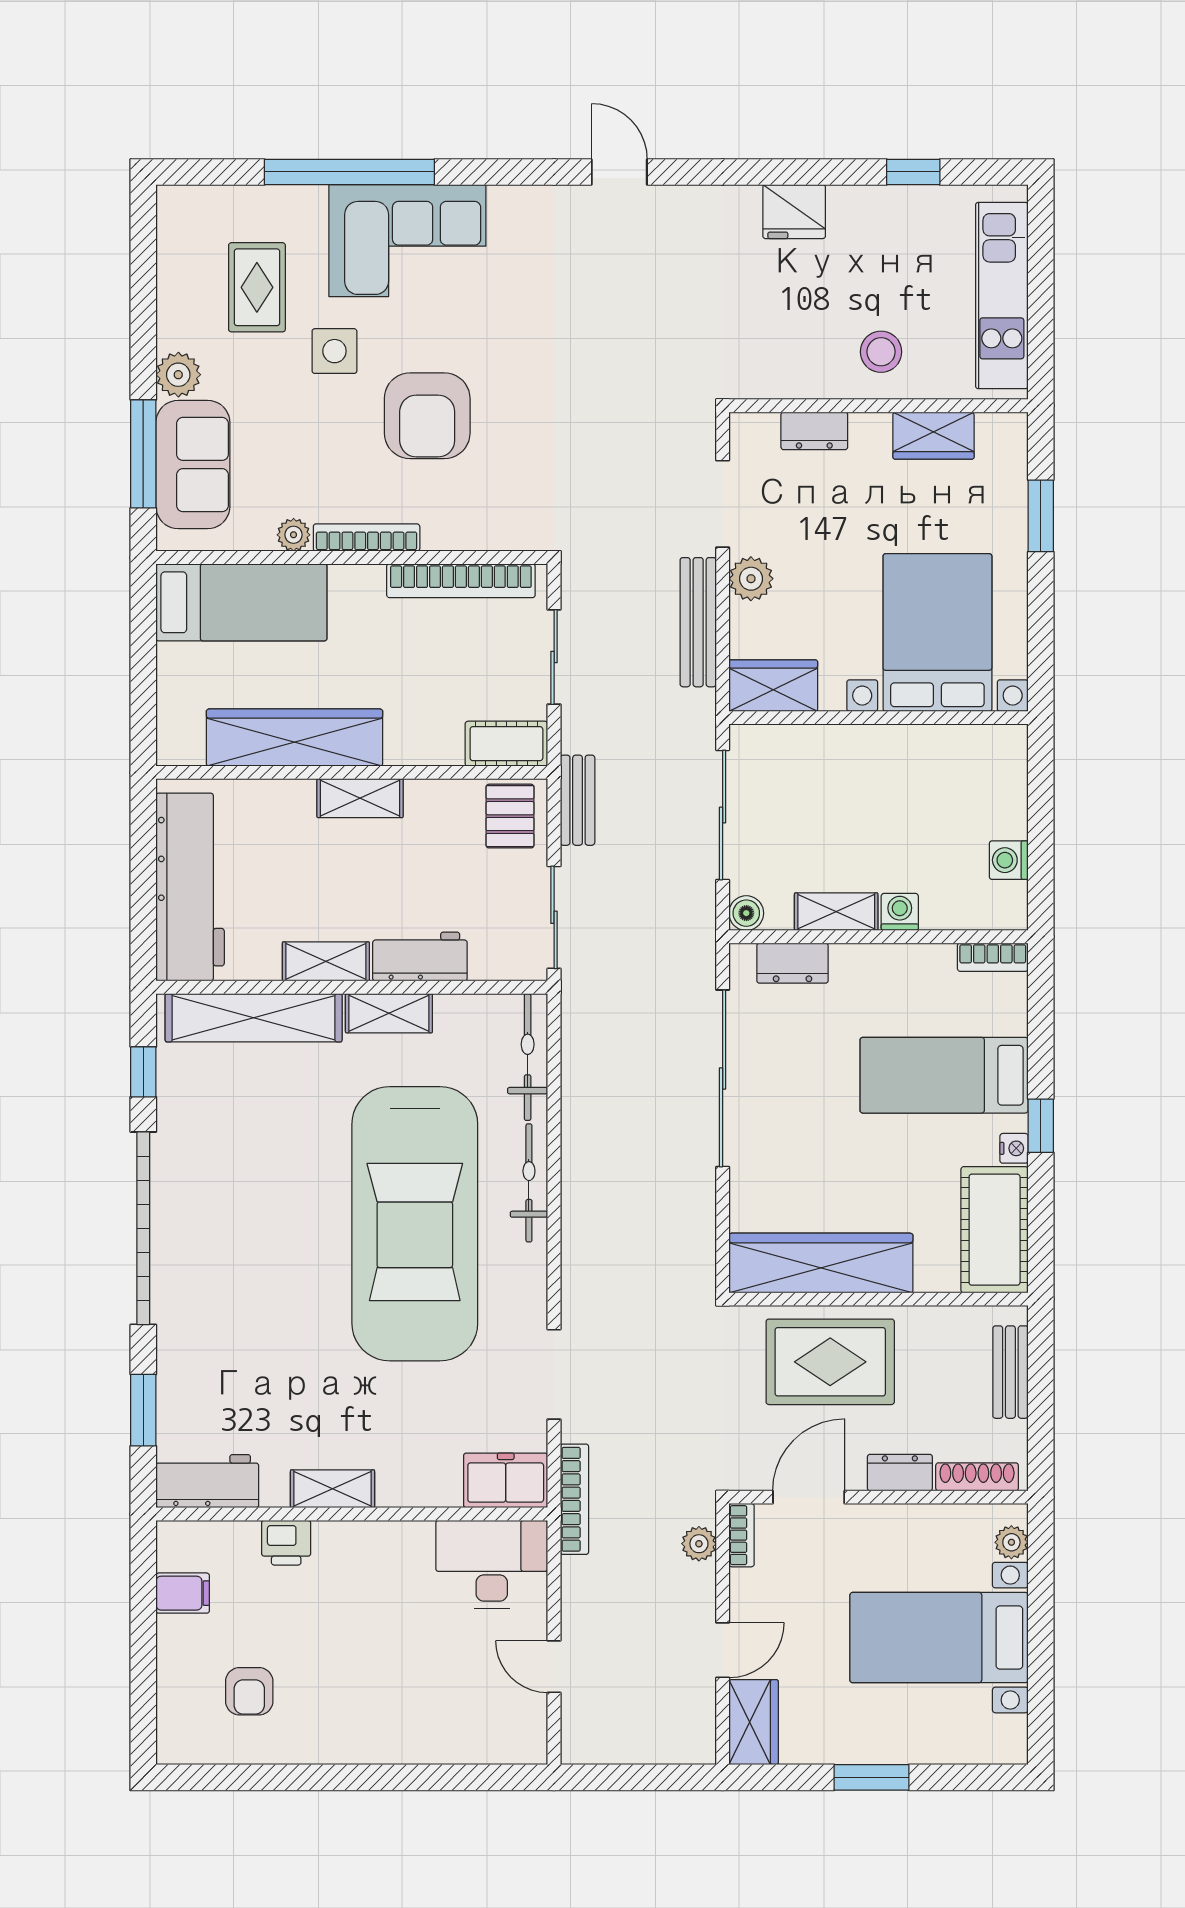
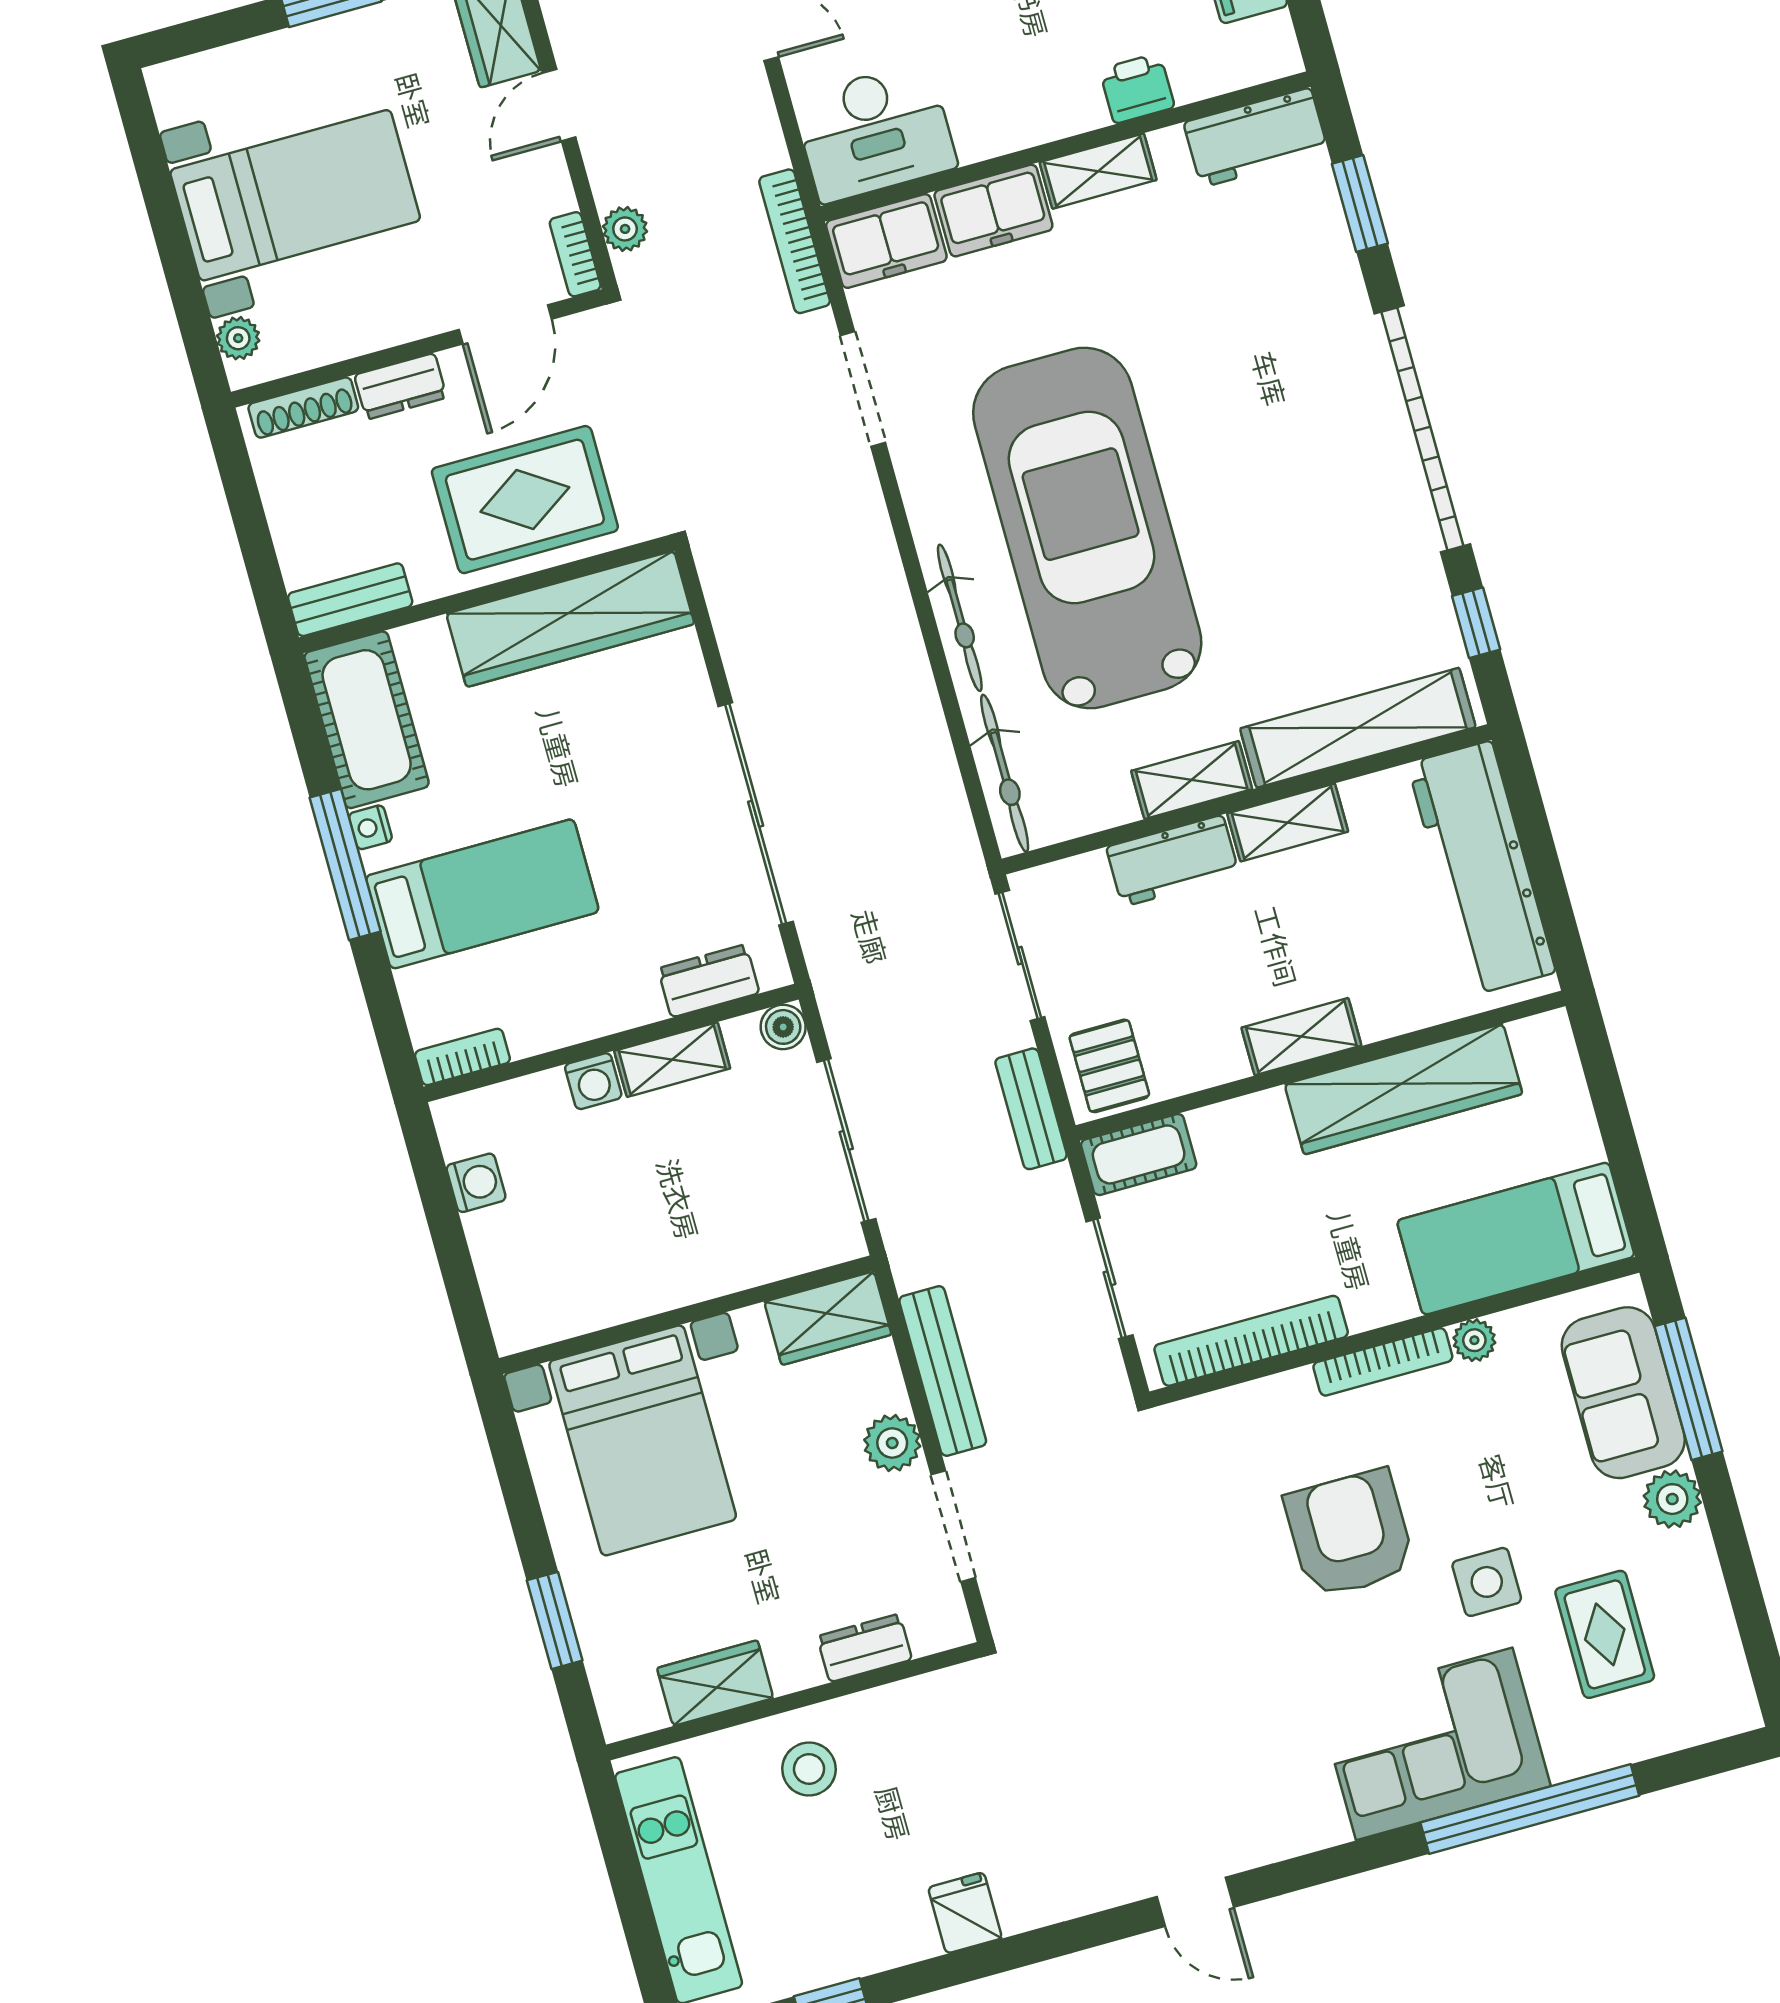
fridge: (794, 212) -> (965, 1913), width x0.72
window: (1041, 1126) -> (345, 864), width x2.17
bench: (1010, 1372) -> (350, 600), moved, turned 90
freezer: (419, 1481) -> (993, 211), added

